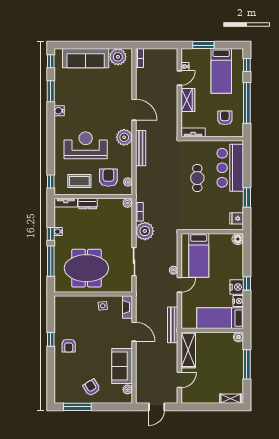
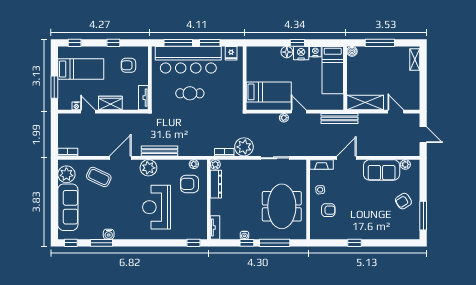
window: (247, 103) -> (113, 43), width x0.32
water cooler: (59, 111) -> (109, 234), moved
window: (247, 167) -> (178, 43), added
bar counter: (230, 168) -> (188, 60), width x1.36
coffee table: (79, 181) -> (99, 177), moved, turned -65
dresser: (88, 204) -> (216, 184), moved, width x1.44
floor lamp: (238, 239) -> (287, 52), moved
armchair: (69, 346) -> (328, 210), moved

